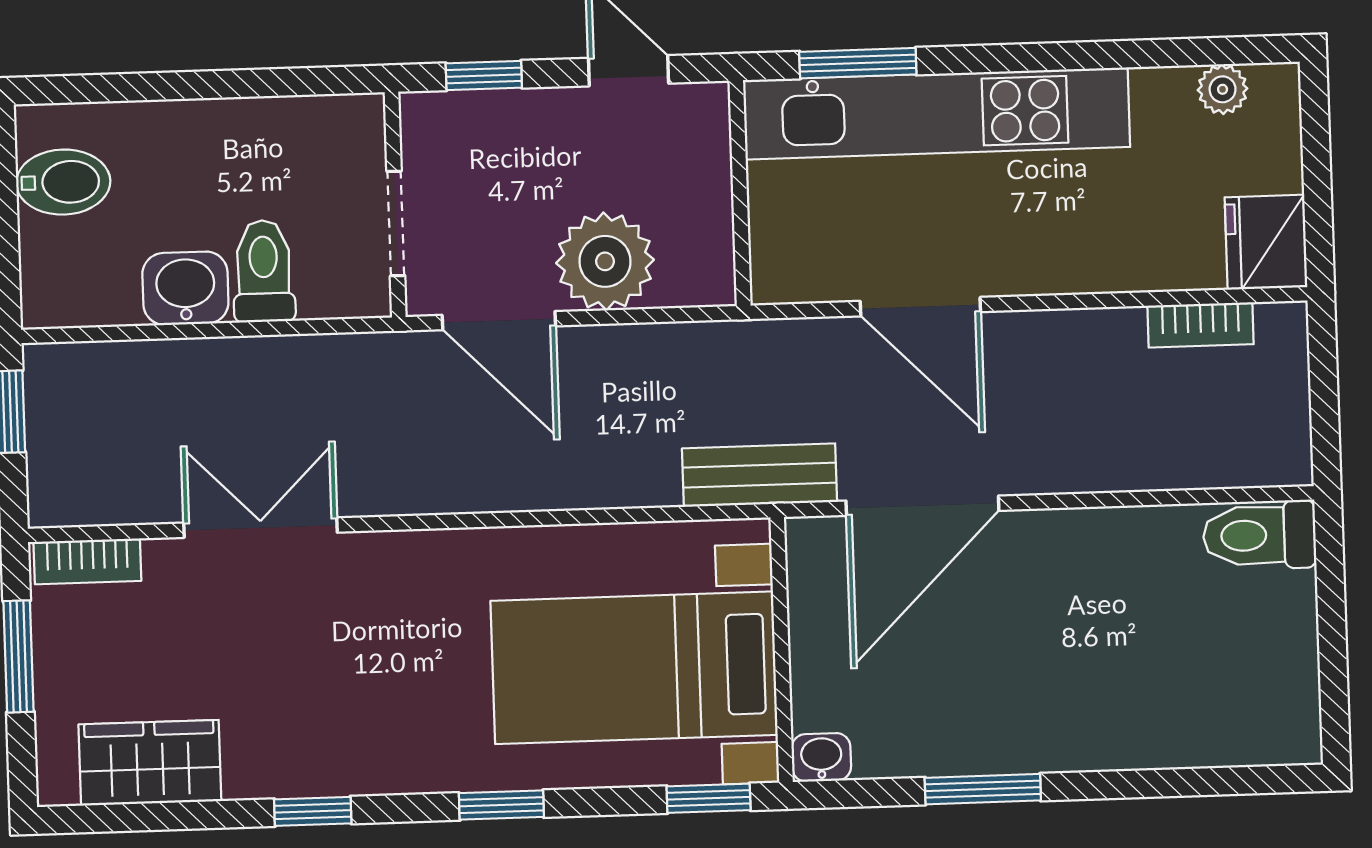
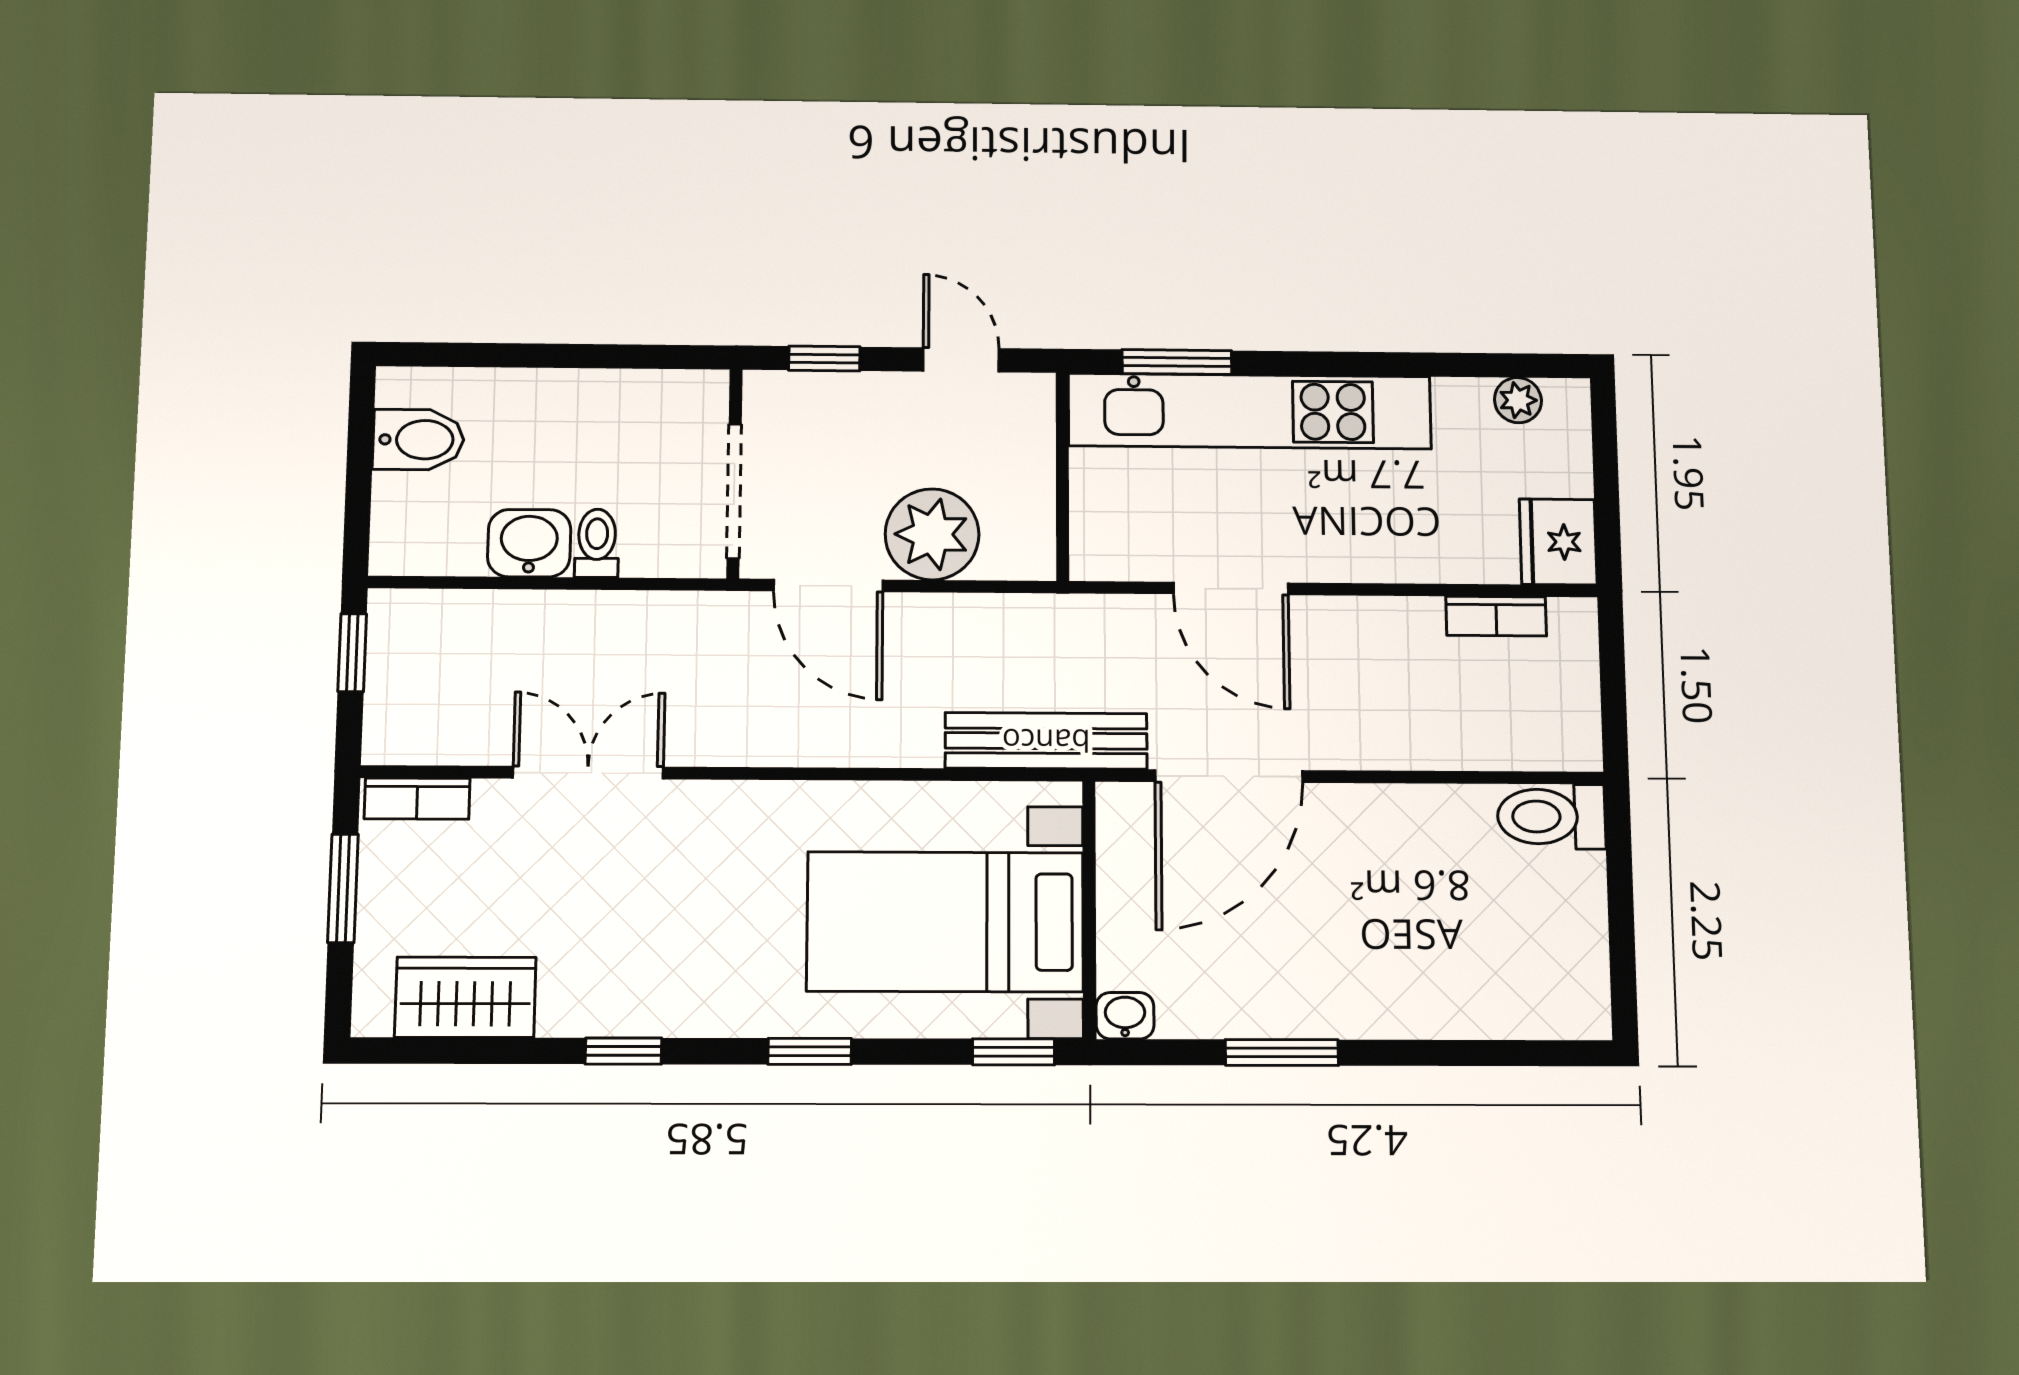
doorway: (396, 224) -> (734, 491), width x1.38
toilet: (264, 271) -> (597, 543), width x0.73, depth x0.72
bench: (760, 475) -> (1046, 741), width x1.36

